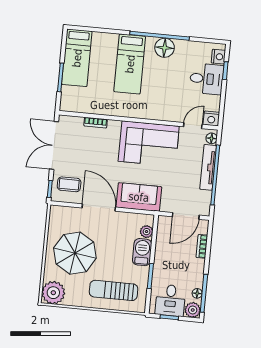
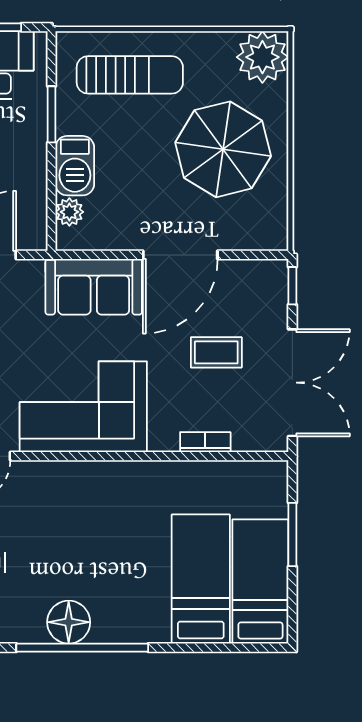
bed: (130, 64) -> (201, 579), moved
coffee table: (69, 184) -> (216, 352), moved
door: (99, 208) -> (180, 255), hinge flipped

